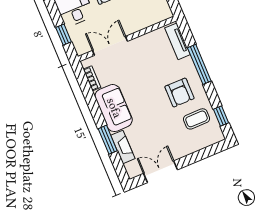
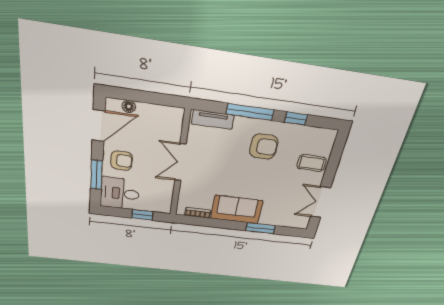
double door: (110, 46) -> (180, 162), moved
window: (221, 116) -> (296, 119), moved
coffee table: (196, 119) -> (312, 163), moved, turned 90
fireplace: (123, 147) -> (276, 220), removed

